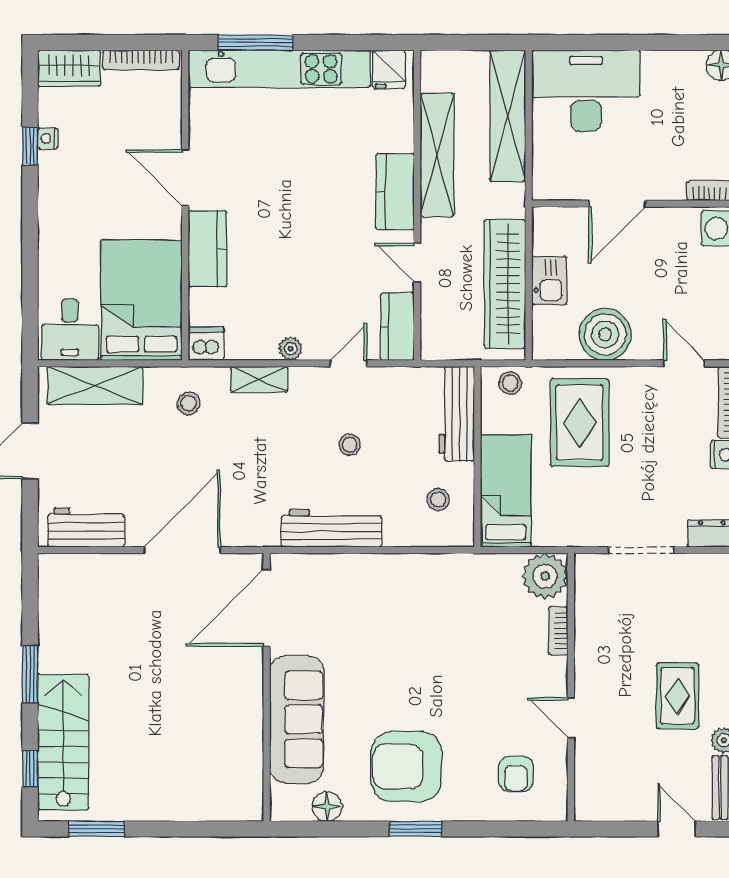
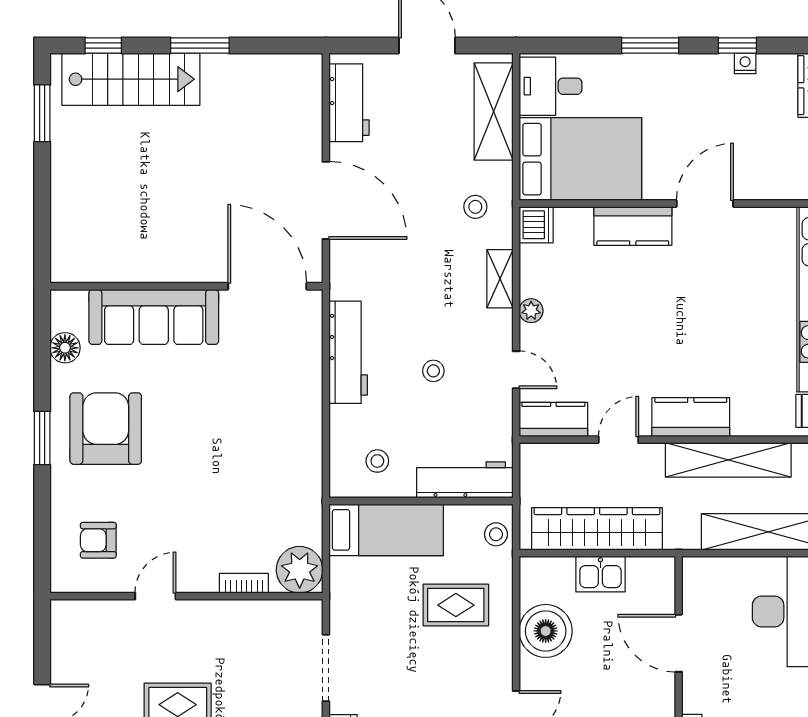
window: (30, 232) -> (650, 45), added
rug: (580, 423) -> (456, 605), width x0.73, depth x0.70

